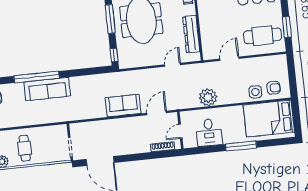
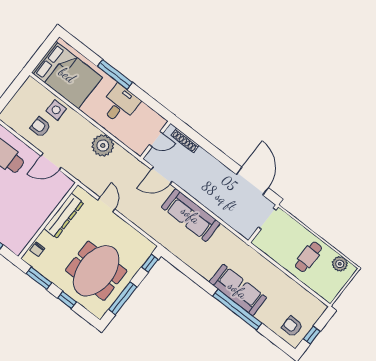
door: (173, 65) -> (106, 205), swing flipped
armchair: (274, 88) -> (40, 127), moved
sofa: (123, 106) -> (191, 215), width x1.36
desk: (209, 132) -> (120, 104), moved

